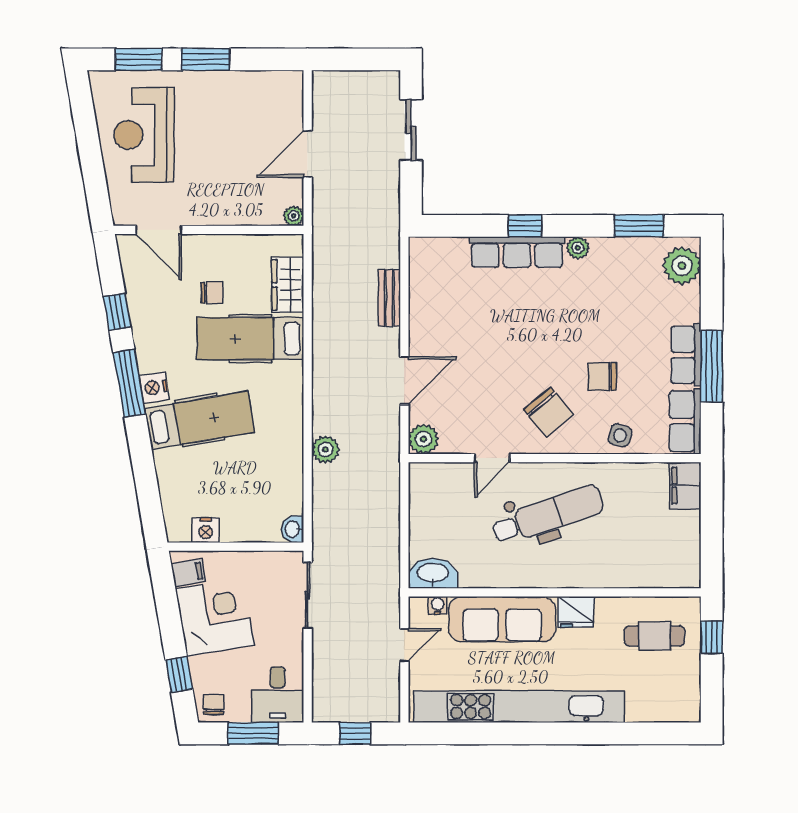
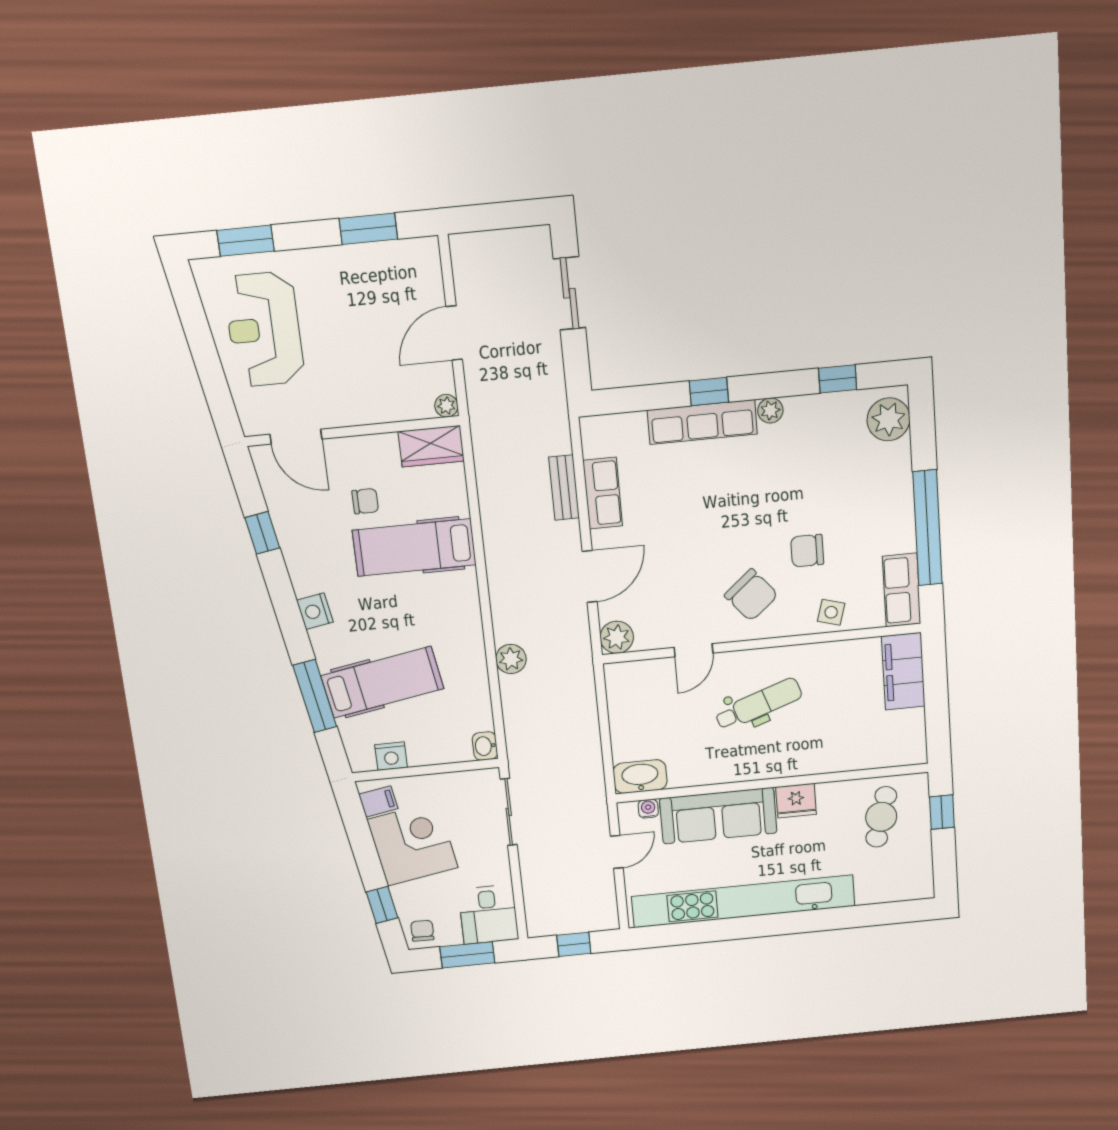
window: (206, 59) -> (368, 229), moved
window: (639, 226) -> (838, 379), width x0.67
wardrobe: (288, 285) -> (431, 446), moved, turned -90
row of seats: (686, 355) -> (603, 493), moved, turned 180
window: (712, 366) -> (928, 528), width x1.46
window: (129, 383) -> (315, 696), moved
hospital bed: (200, 420) -> (382, 682), moved
filing cabinet: (685, 486) -> (903, 671), width x1.50, depth x1.17
dental chair: (548, 515) -> (758, 704), width x0.73, depth x0.72
cafe table: (654, 636) -> (881, 817), turned -75

